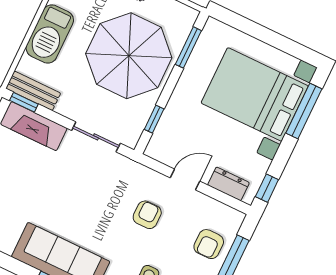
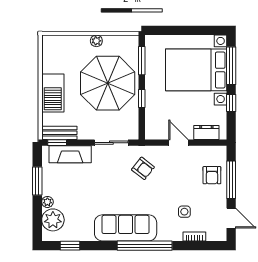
window: (154, 119) -> (142, 99), moved
door: (185, 179) -> (178, 143), hinge flipped
window: (267, 188) -> (231, 103), moved
armchair: (147, 215) -> (143, 168), moved, turned 128

